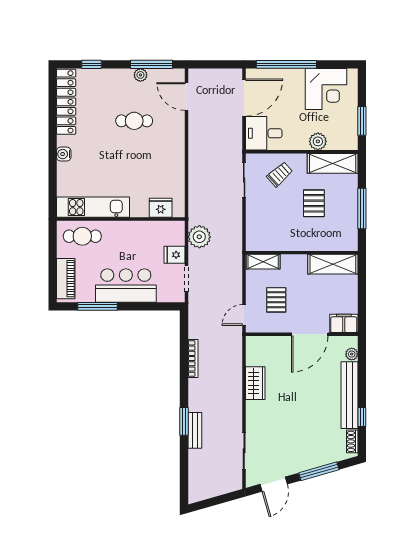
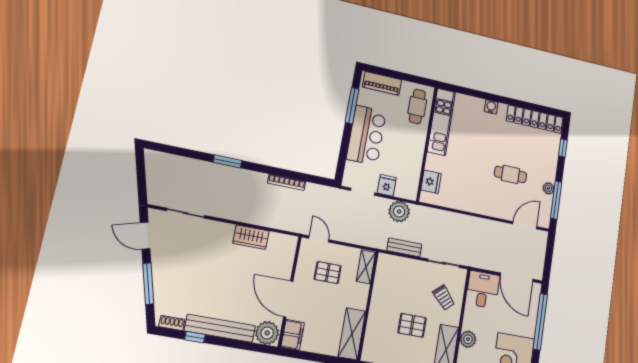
cafe table: (134, 121) -> (510, 174), turned 90
plant: (352, 354) -> (267, 333), width x1.88, depth x1.88
bench: (195, 430) -> (404, 247), moved

